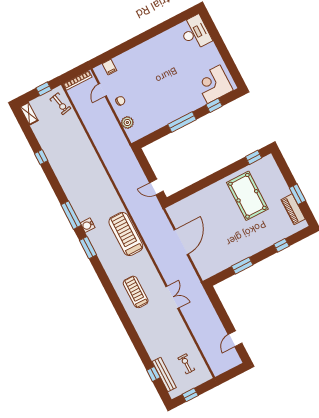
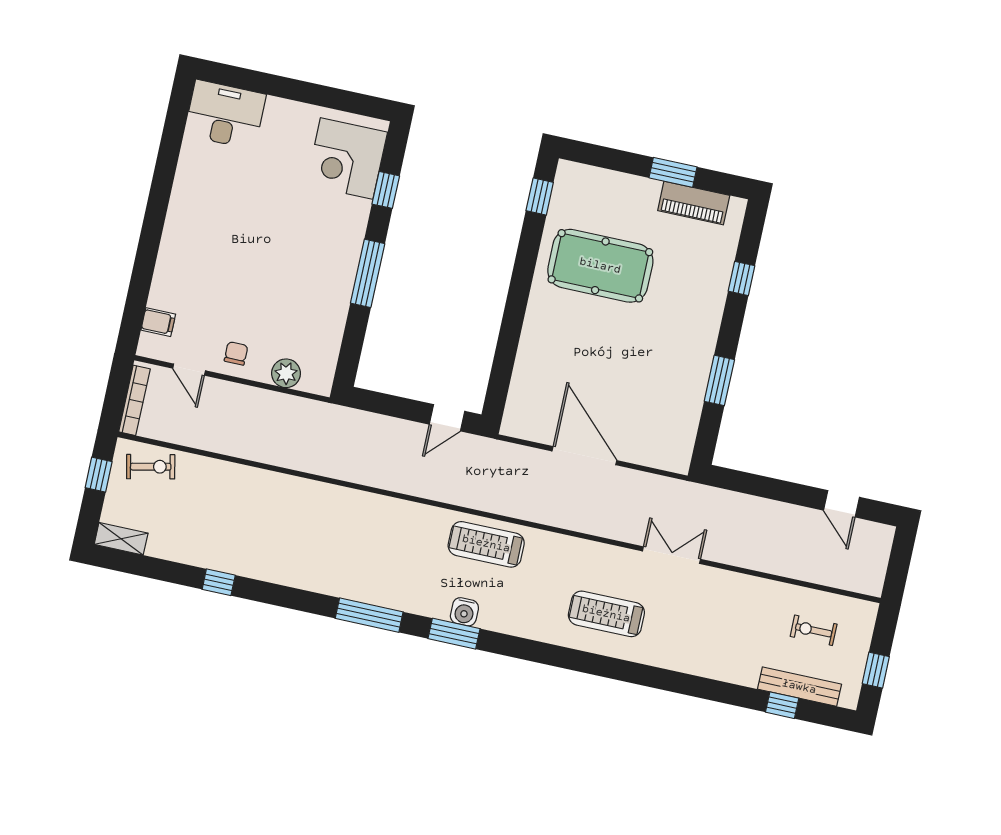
water cooler: (88, 225) -> (464, 612), moved
treadmill: (126, 234) -> (486, 544), width x0.73, depth x0.73

